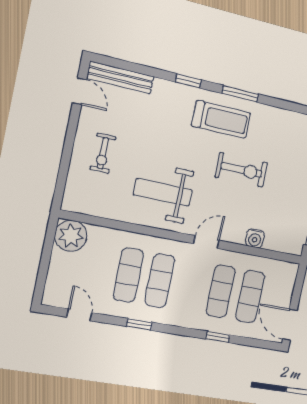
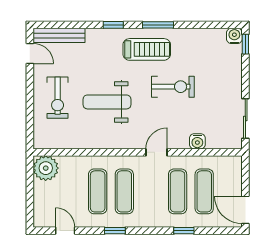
exercise bike: (103, 153) -> (58, 98), width x1.38, depth x1.39
weight bench: (163, 192) -> (107, 102), moved

